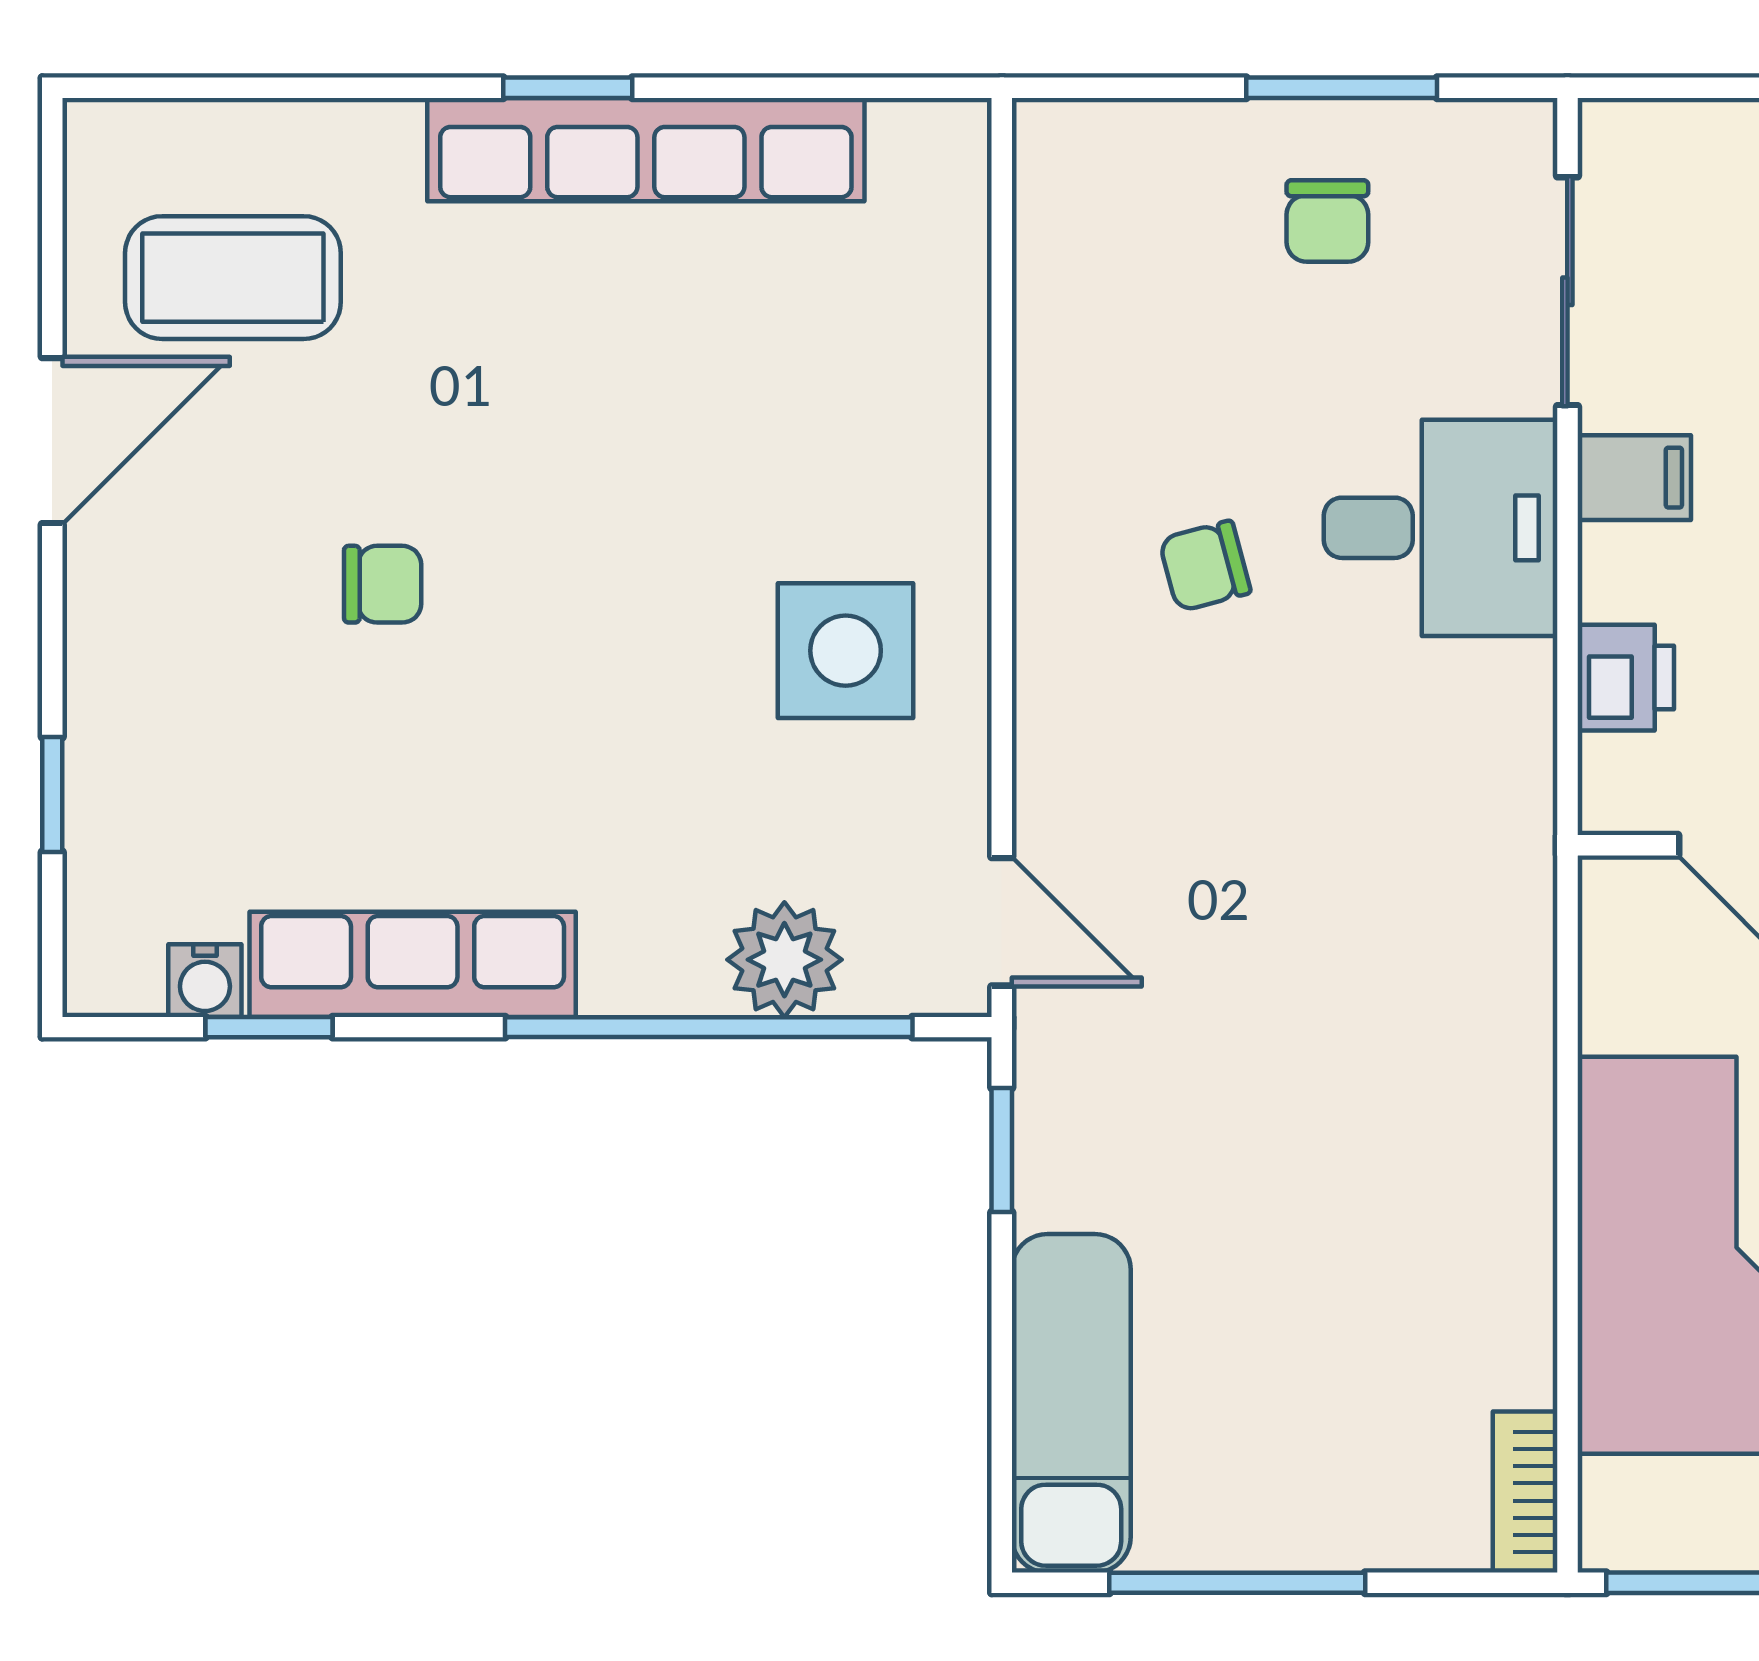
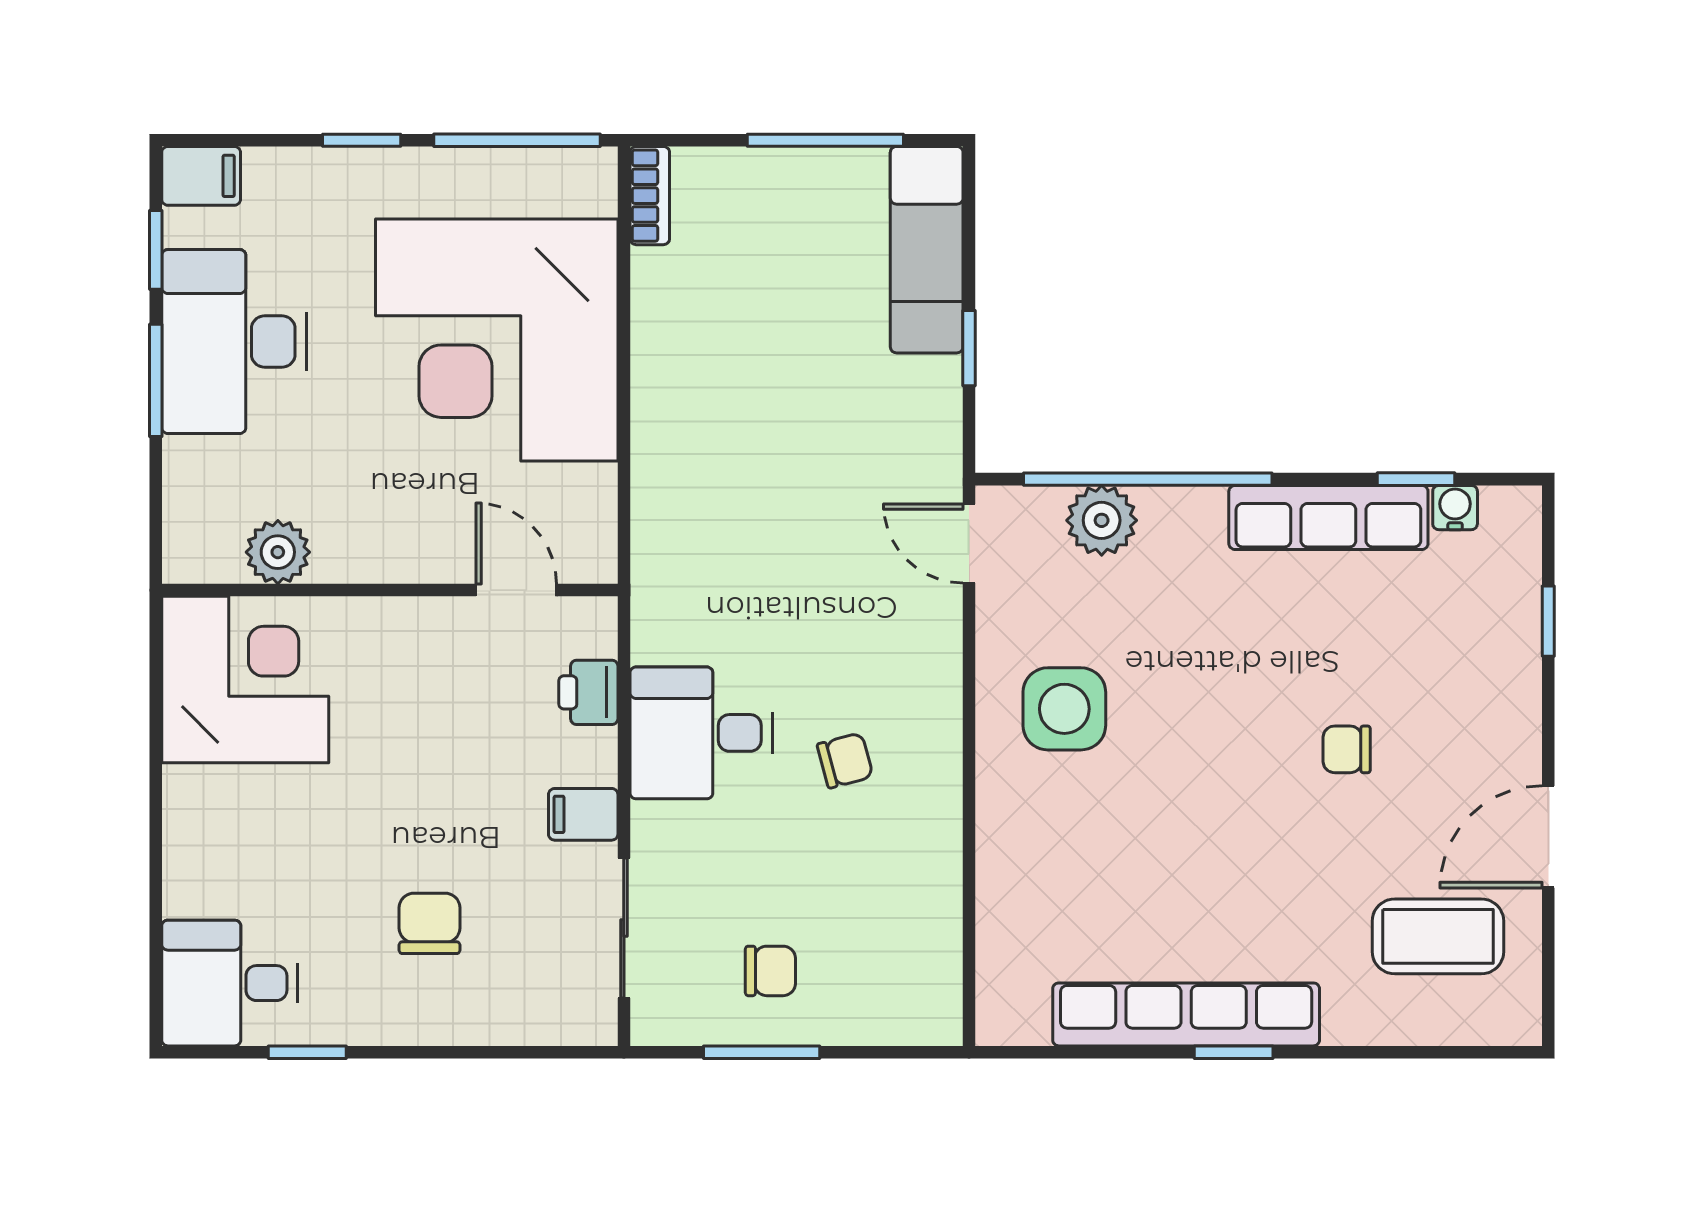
chair: (1327, 221) -> (770, 971), turned 90
desk: (1441, 528) -> (701, 733), moved
window: (1002, 1150) -> (969, 348), moved

